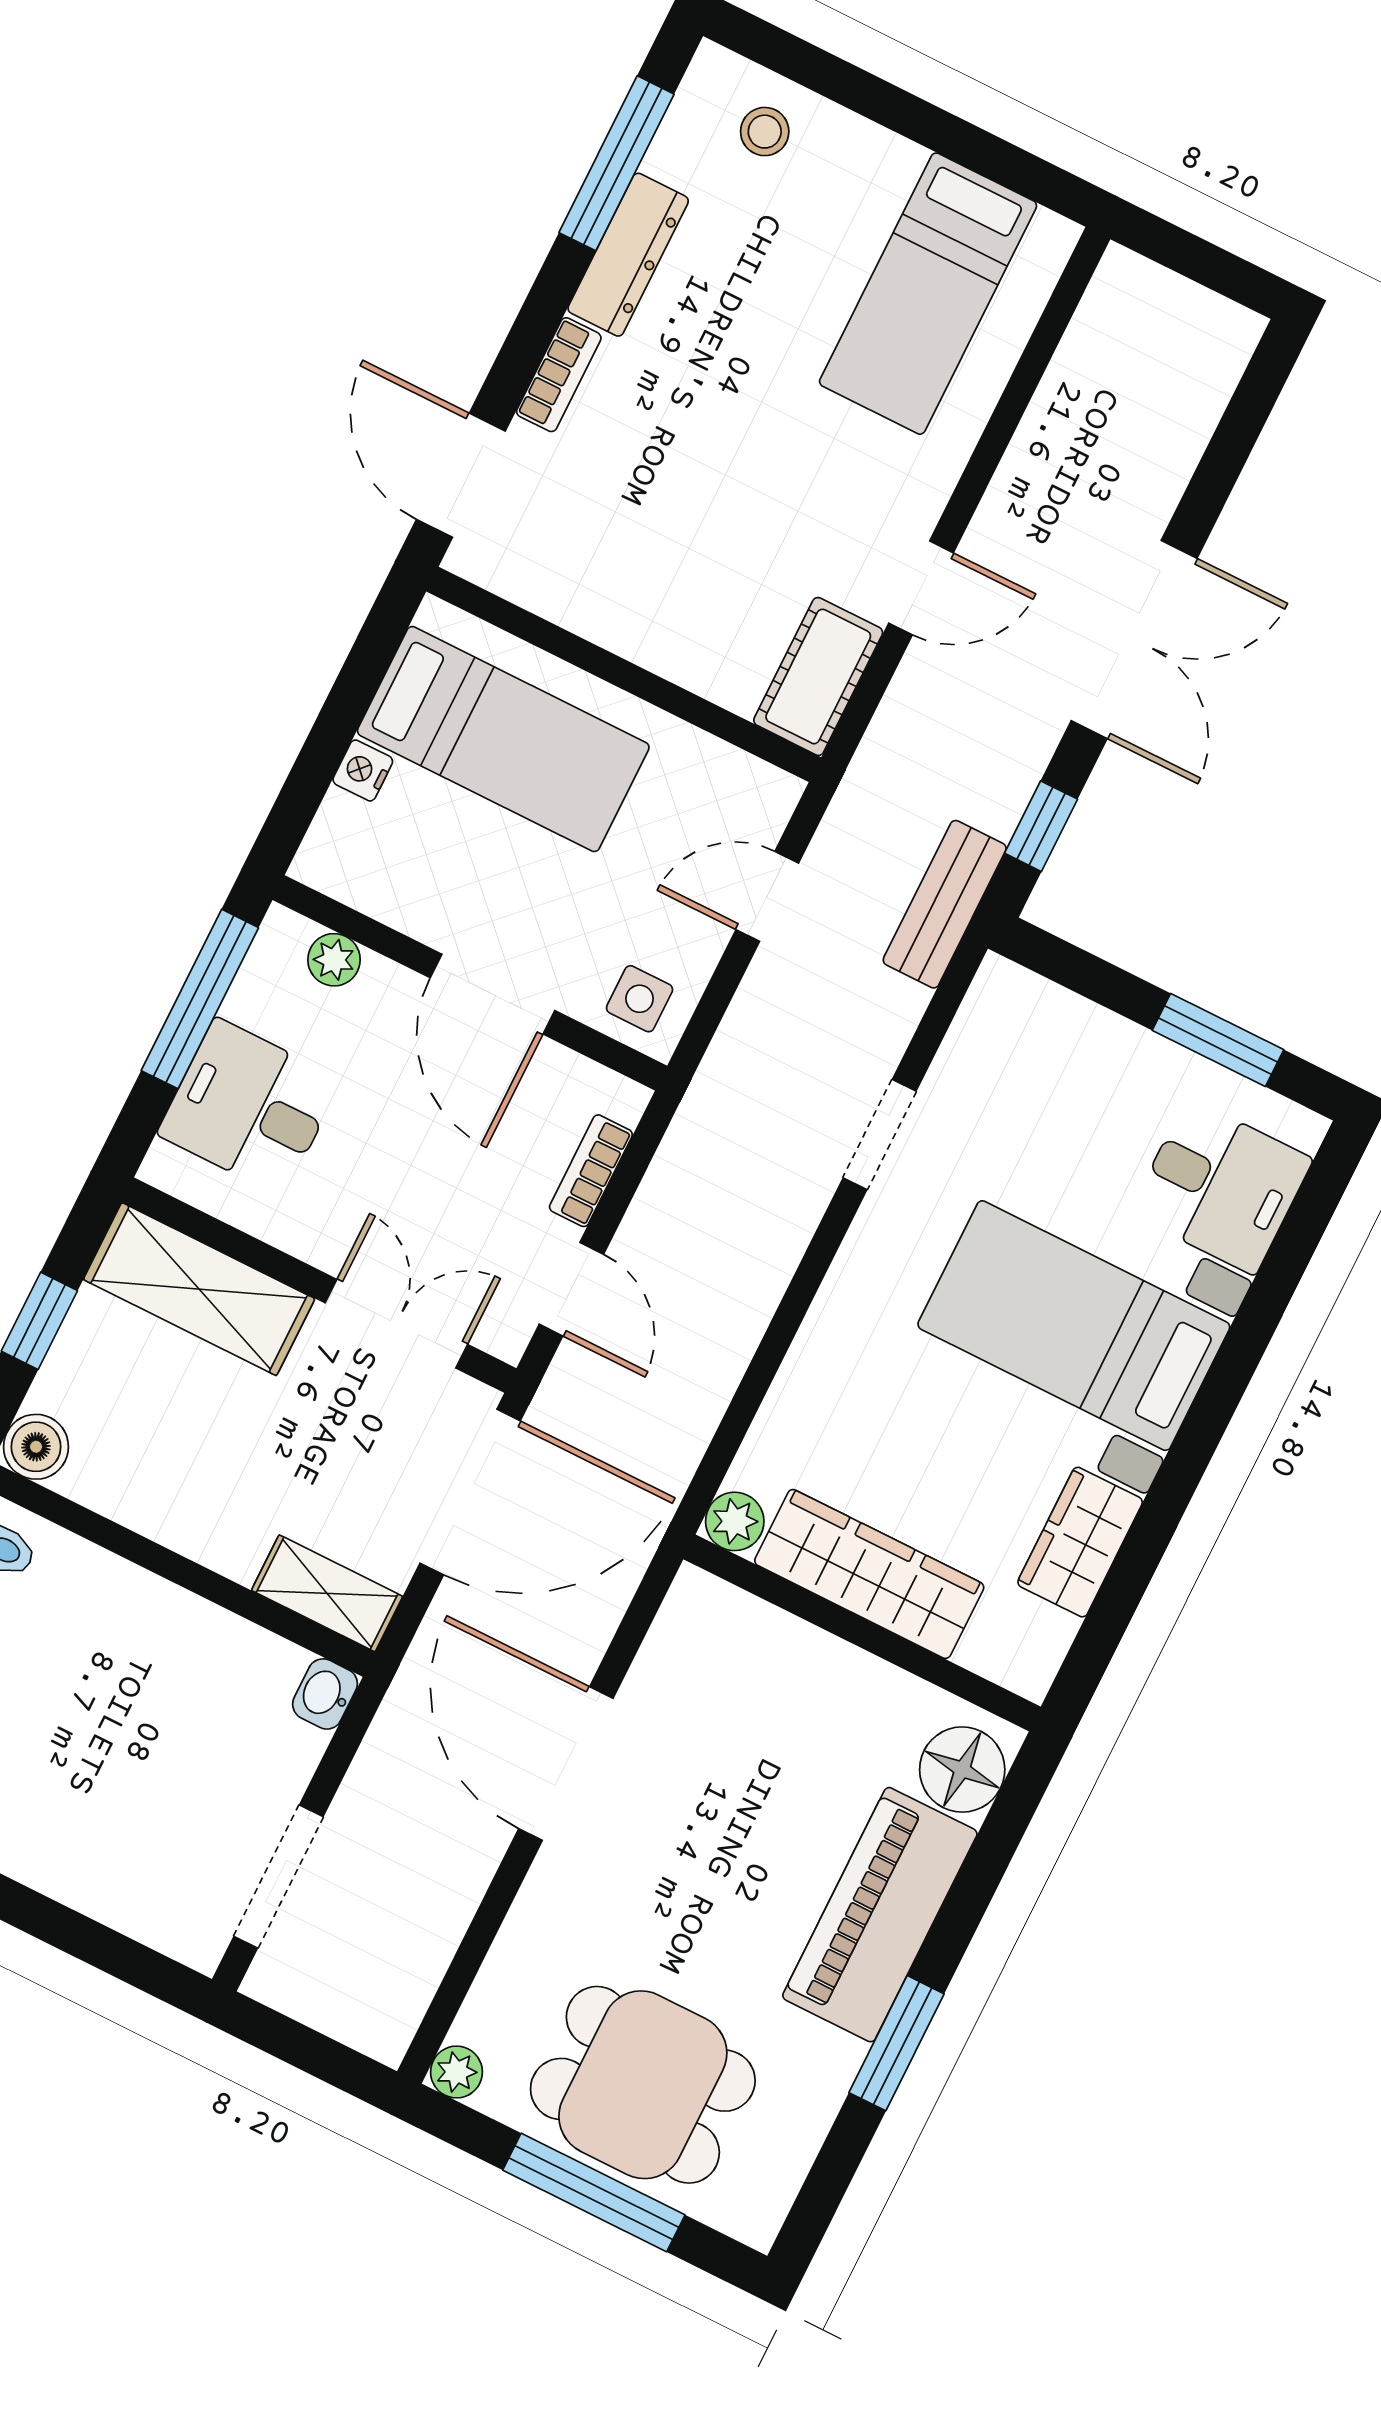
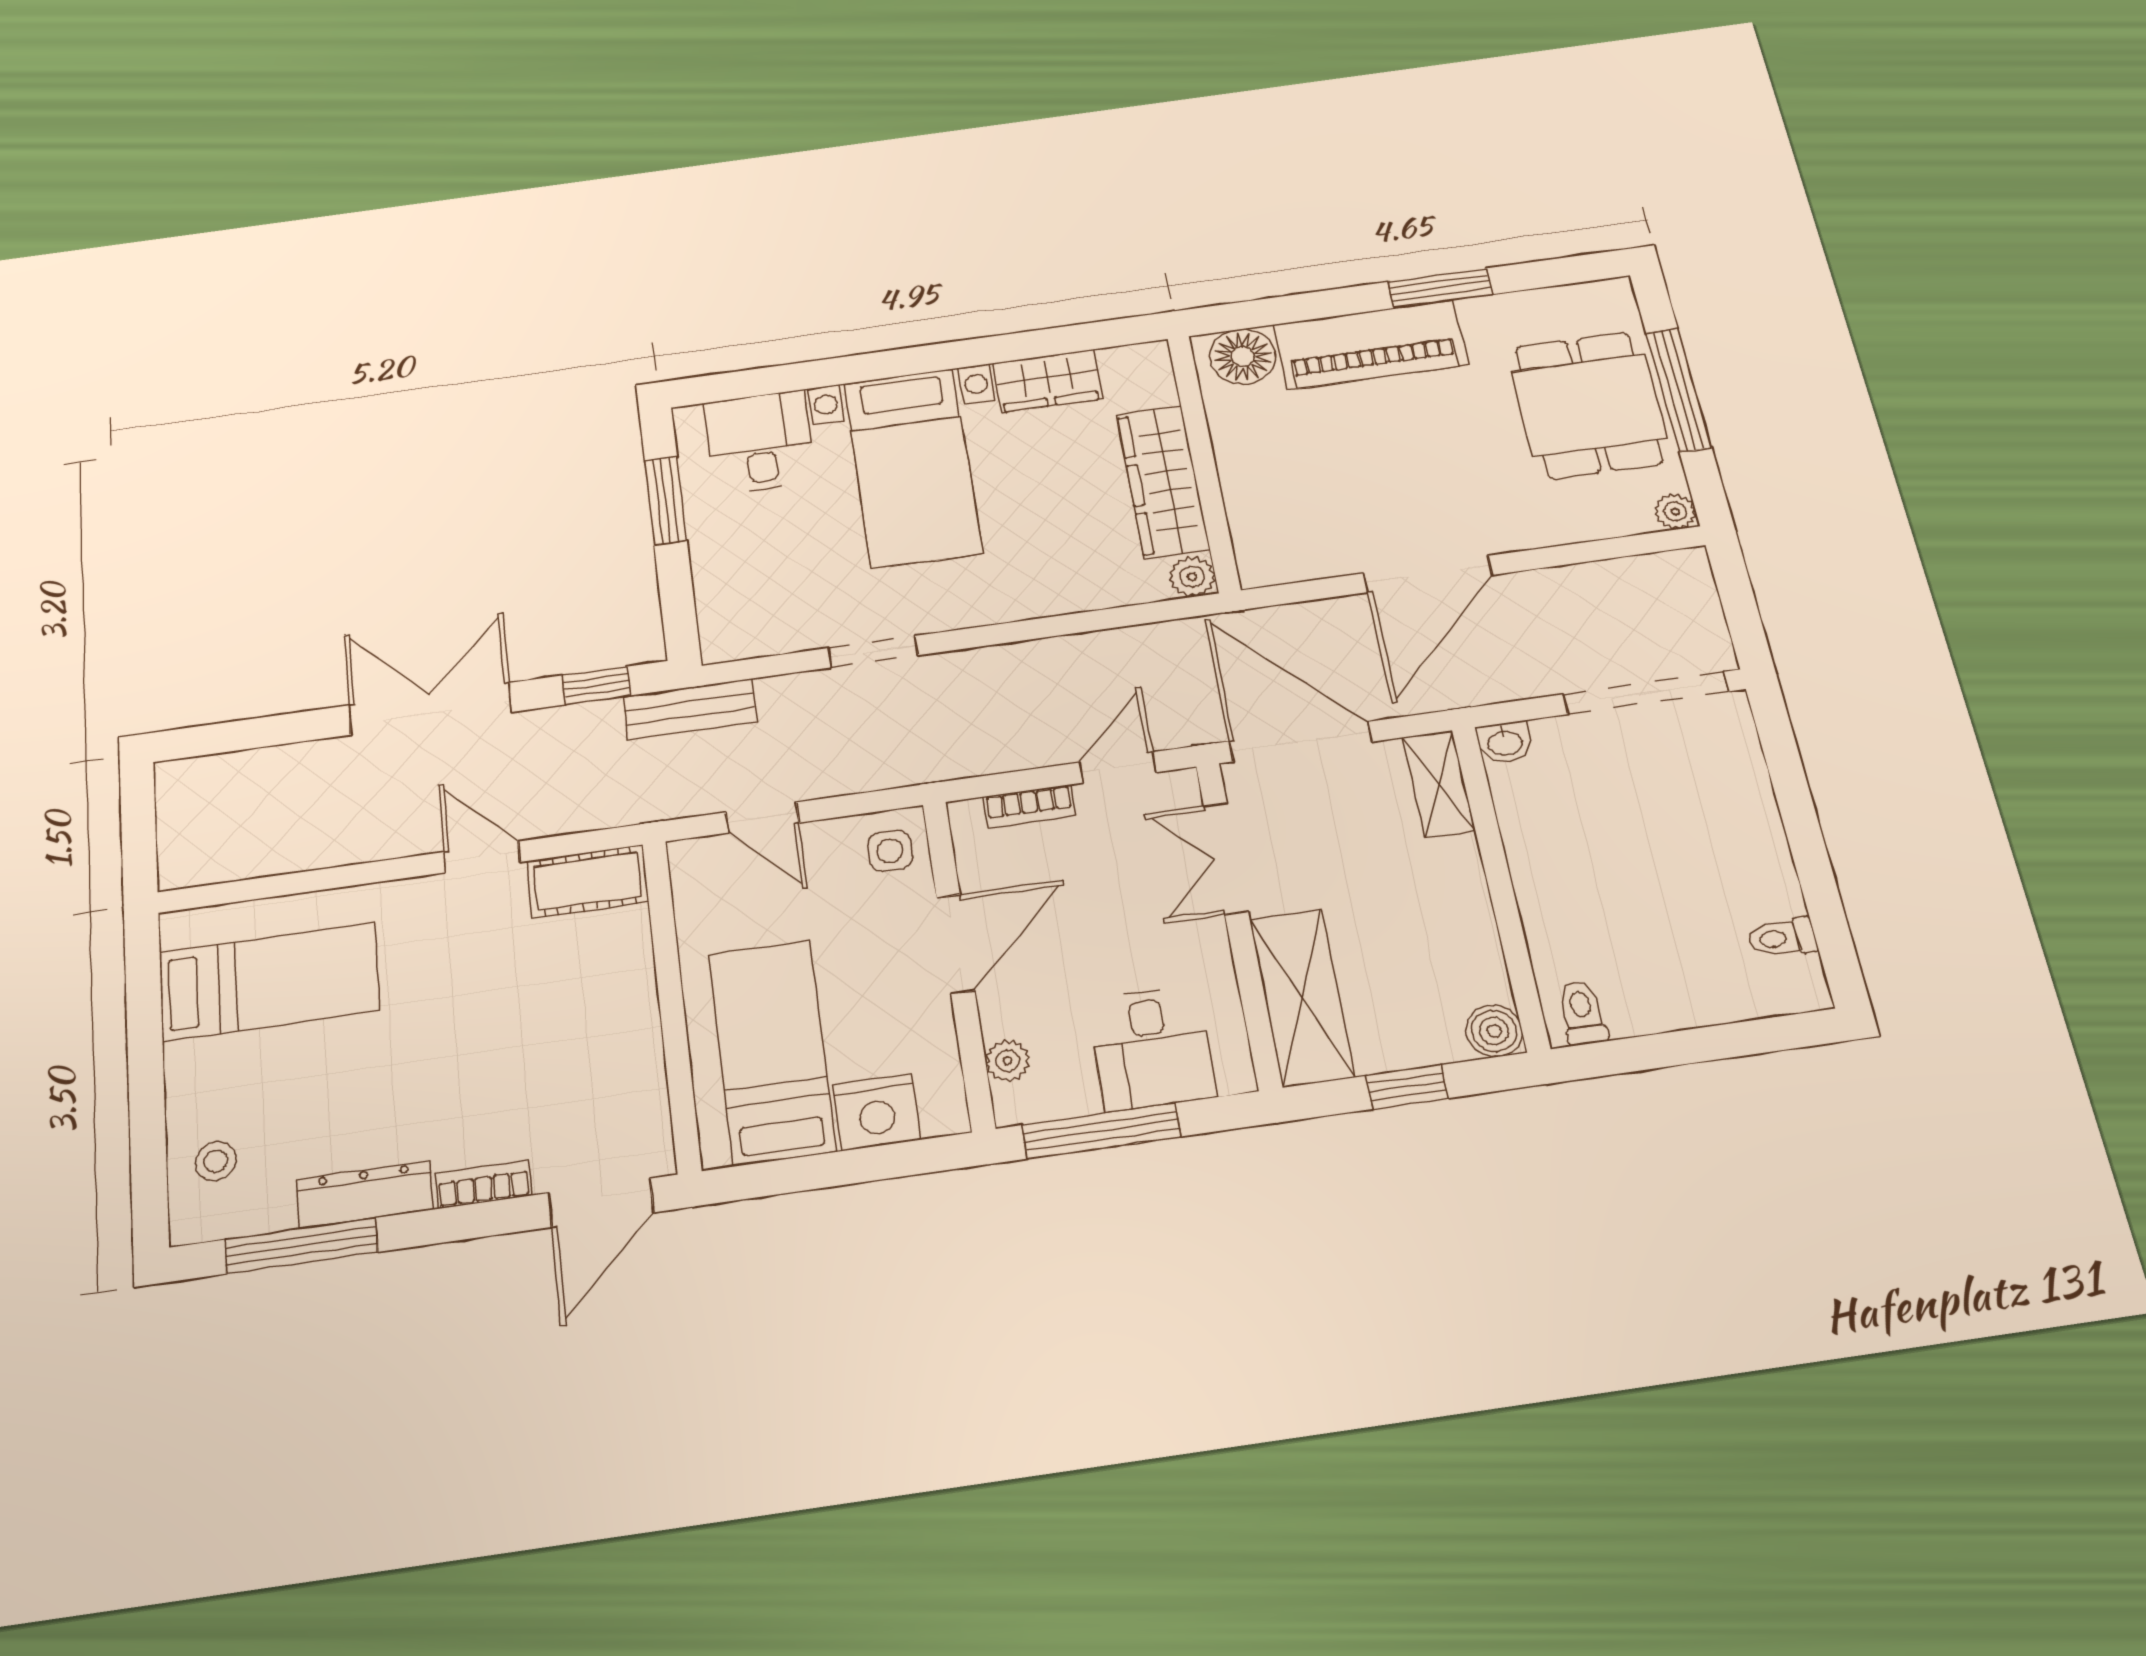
nightstand: (363, 771) -> (877, 1112), width x1.89, depth x1.79
doorway: (279, 1876) -> (1646, 693), width x1.36

